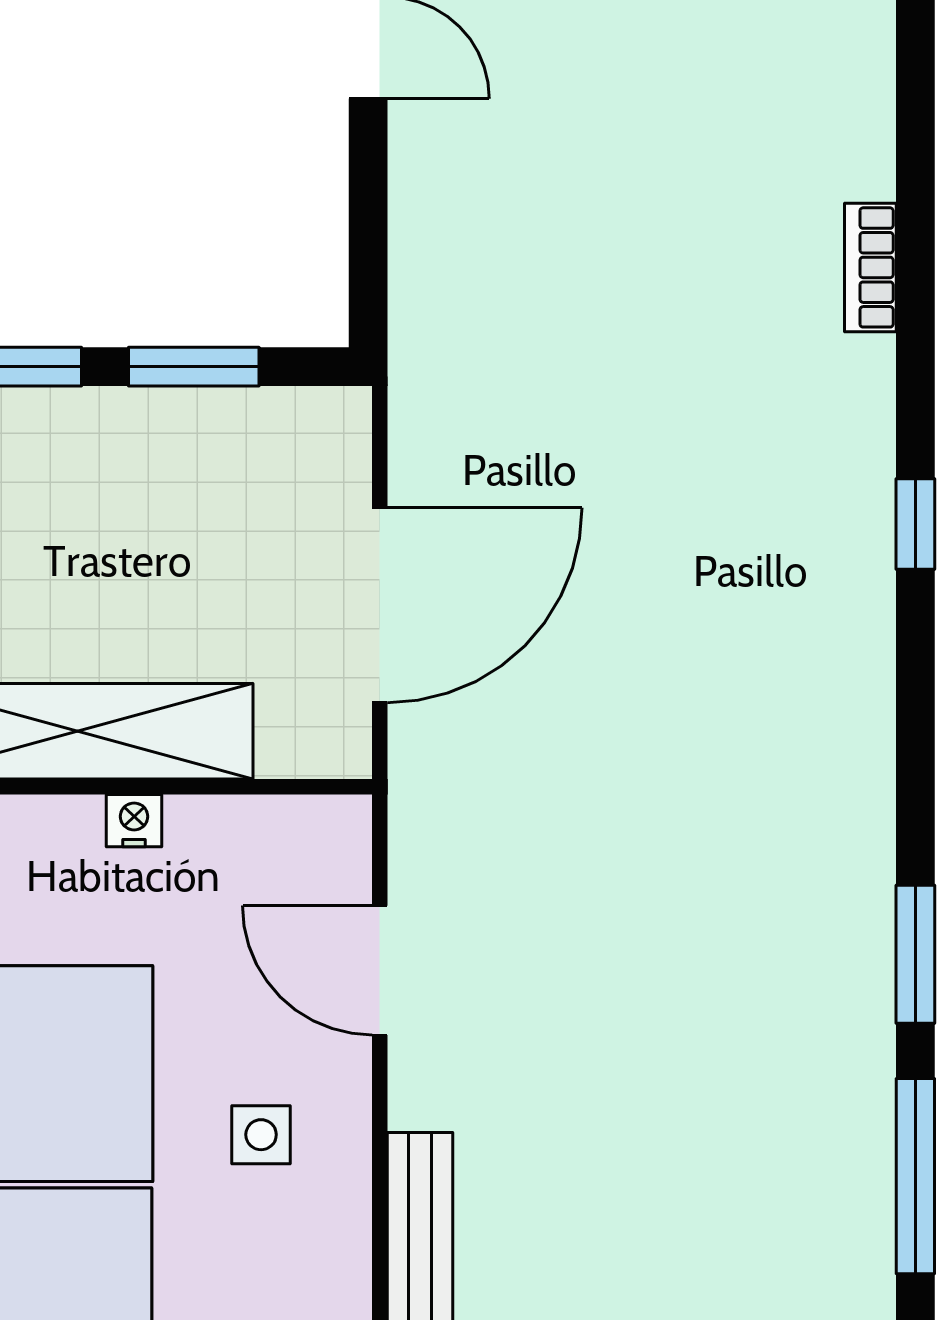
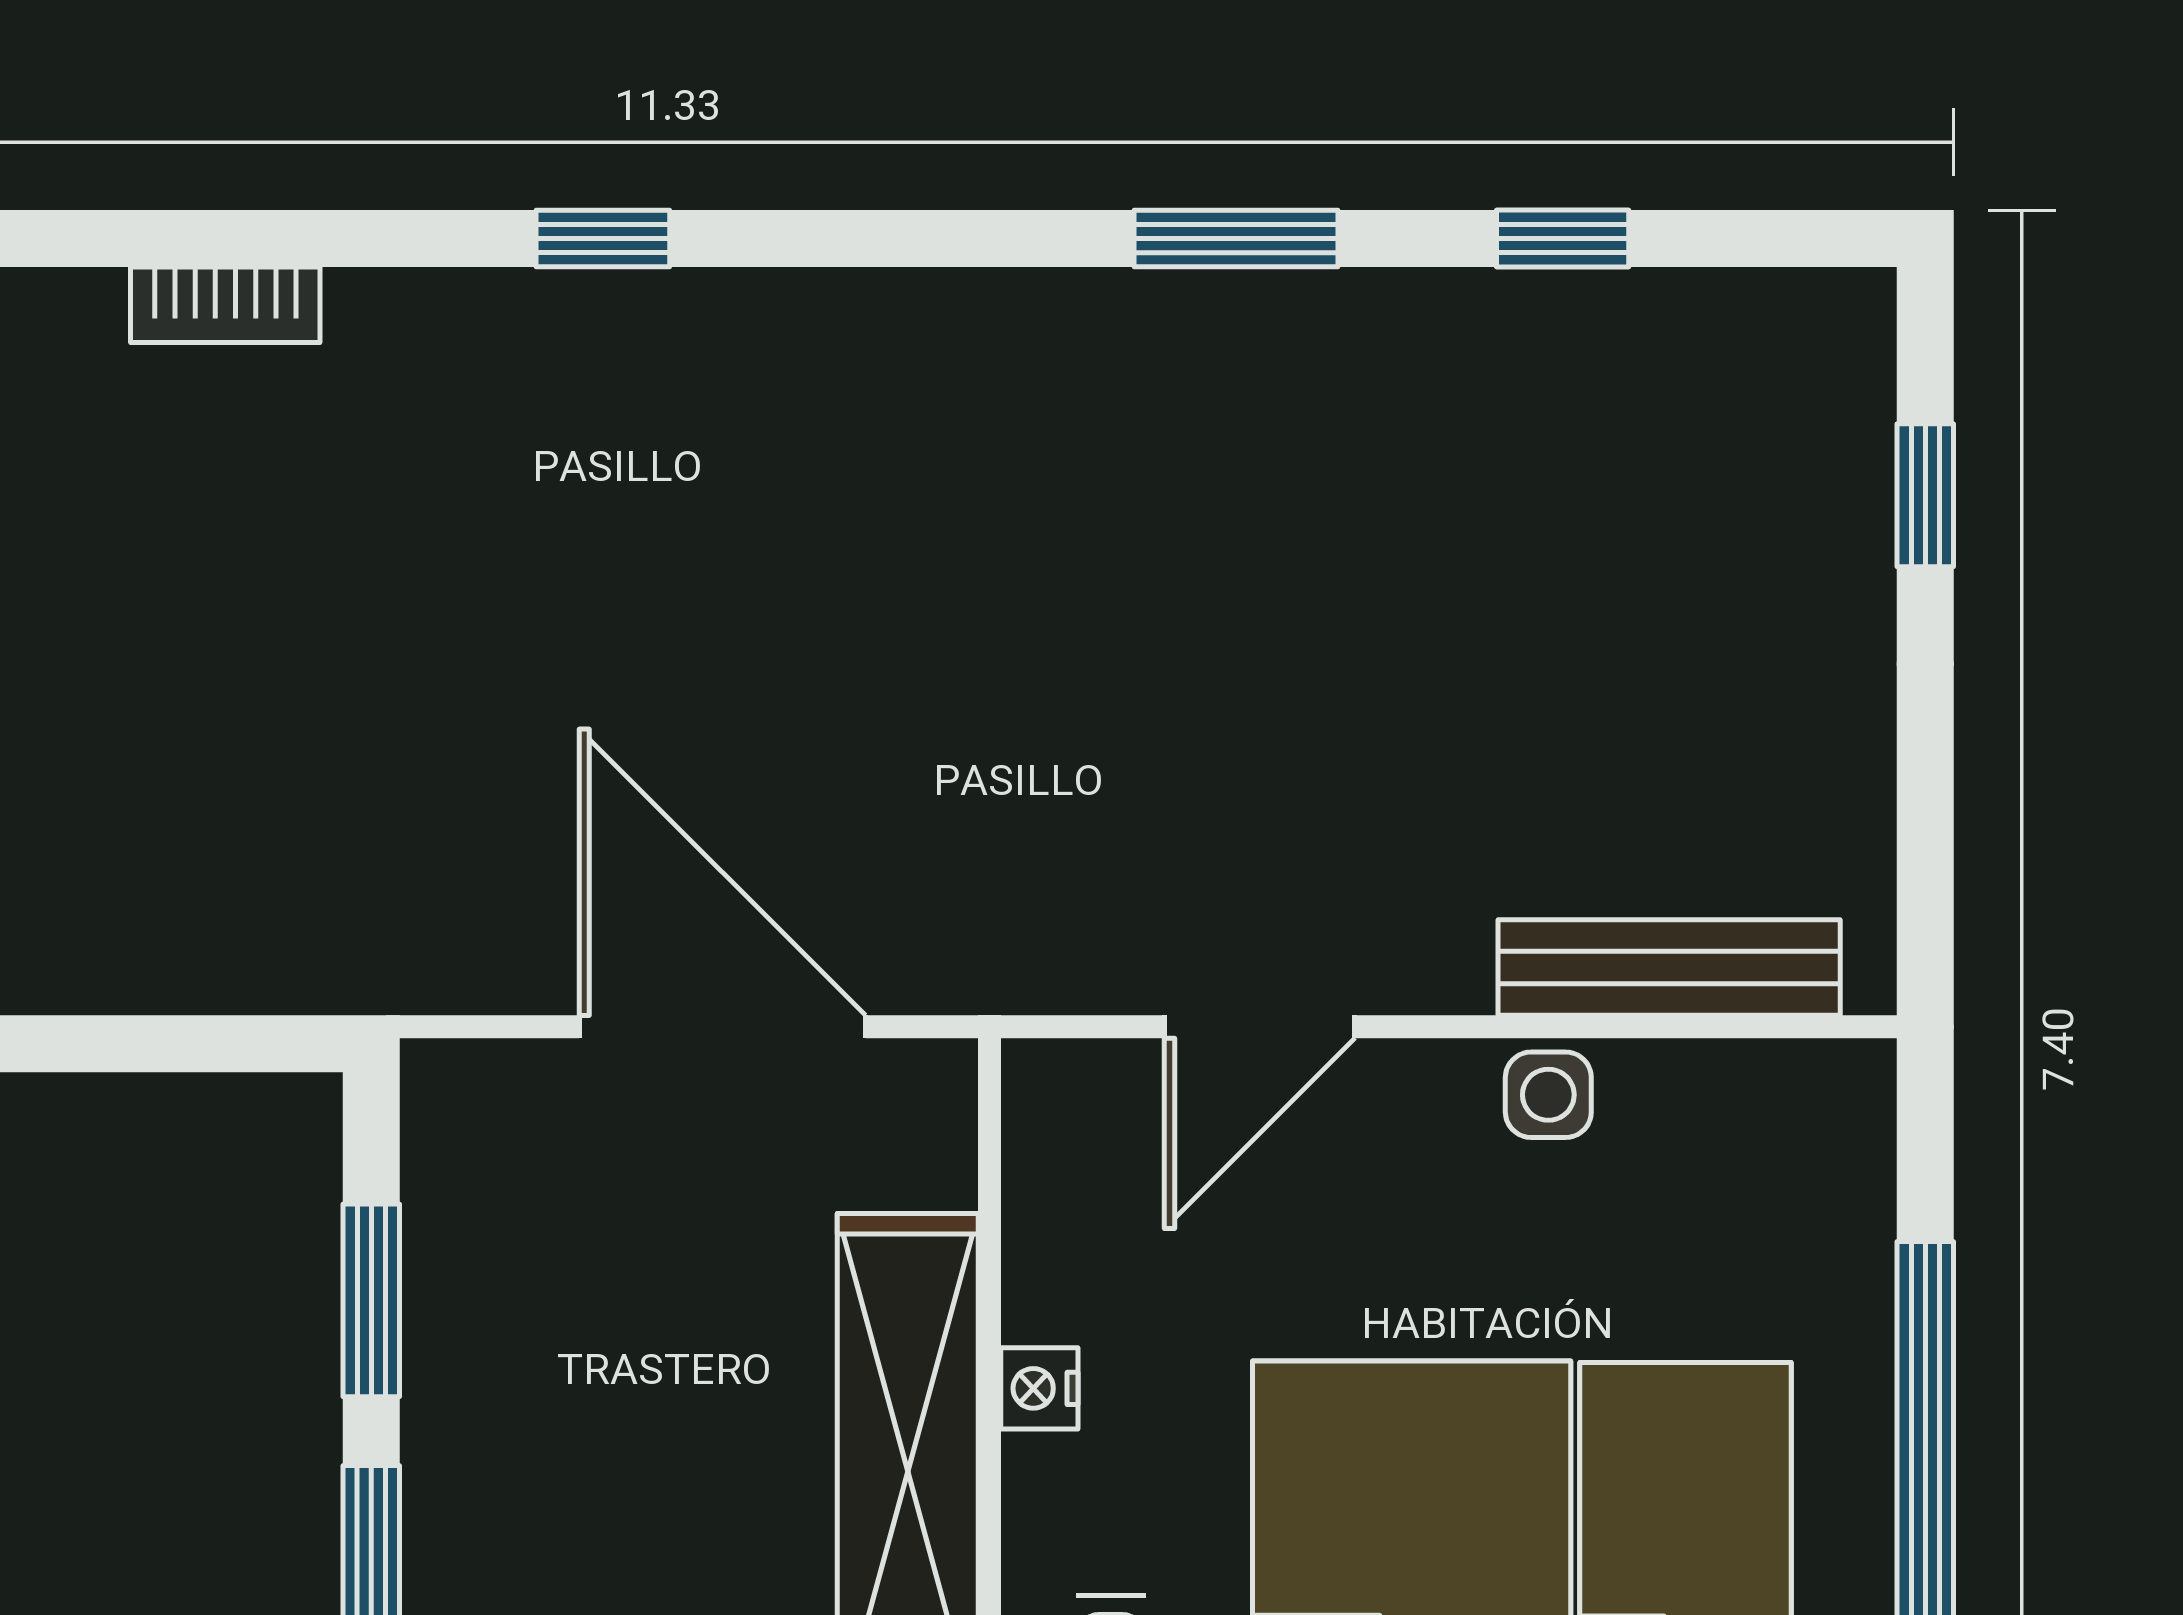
side table: (261, 1135) -> (1548, 1095), moved
window: (915, 1176) -> (1563, 238), width x0.46

